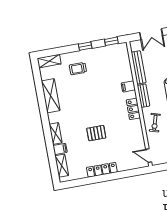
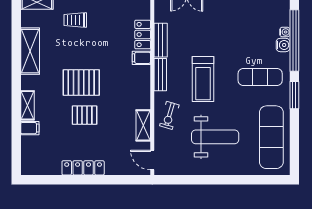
bench: (139, 67) -> (161, 40), width x0.73
locker: (133, 109) -> (143, 35), moved
pallet: (90, 111) -> (81, 83), added
shelving: (62, 166) -> (143, 125), moved

